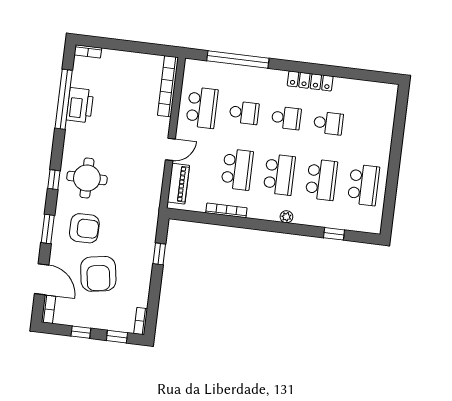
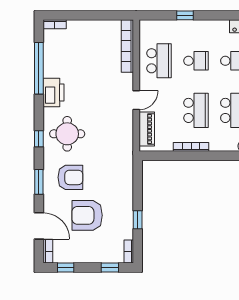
window: (238, 59) -> (185, 15), width x0.32
printer: (80, 105) -> (53, 93), moved
window: (159, 254) -> (138, 220), moved
armchair: (98, 274) -> (87, 215), turned 99
window: (81, 332) -> (66, 268), moved

